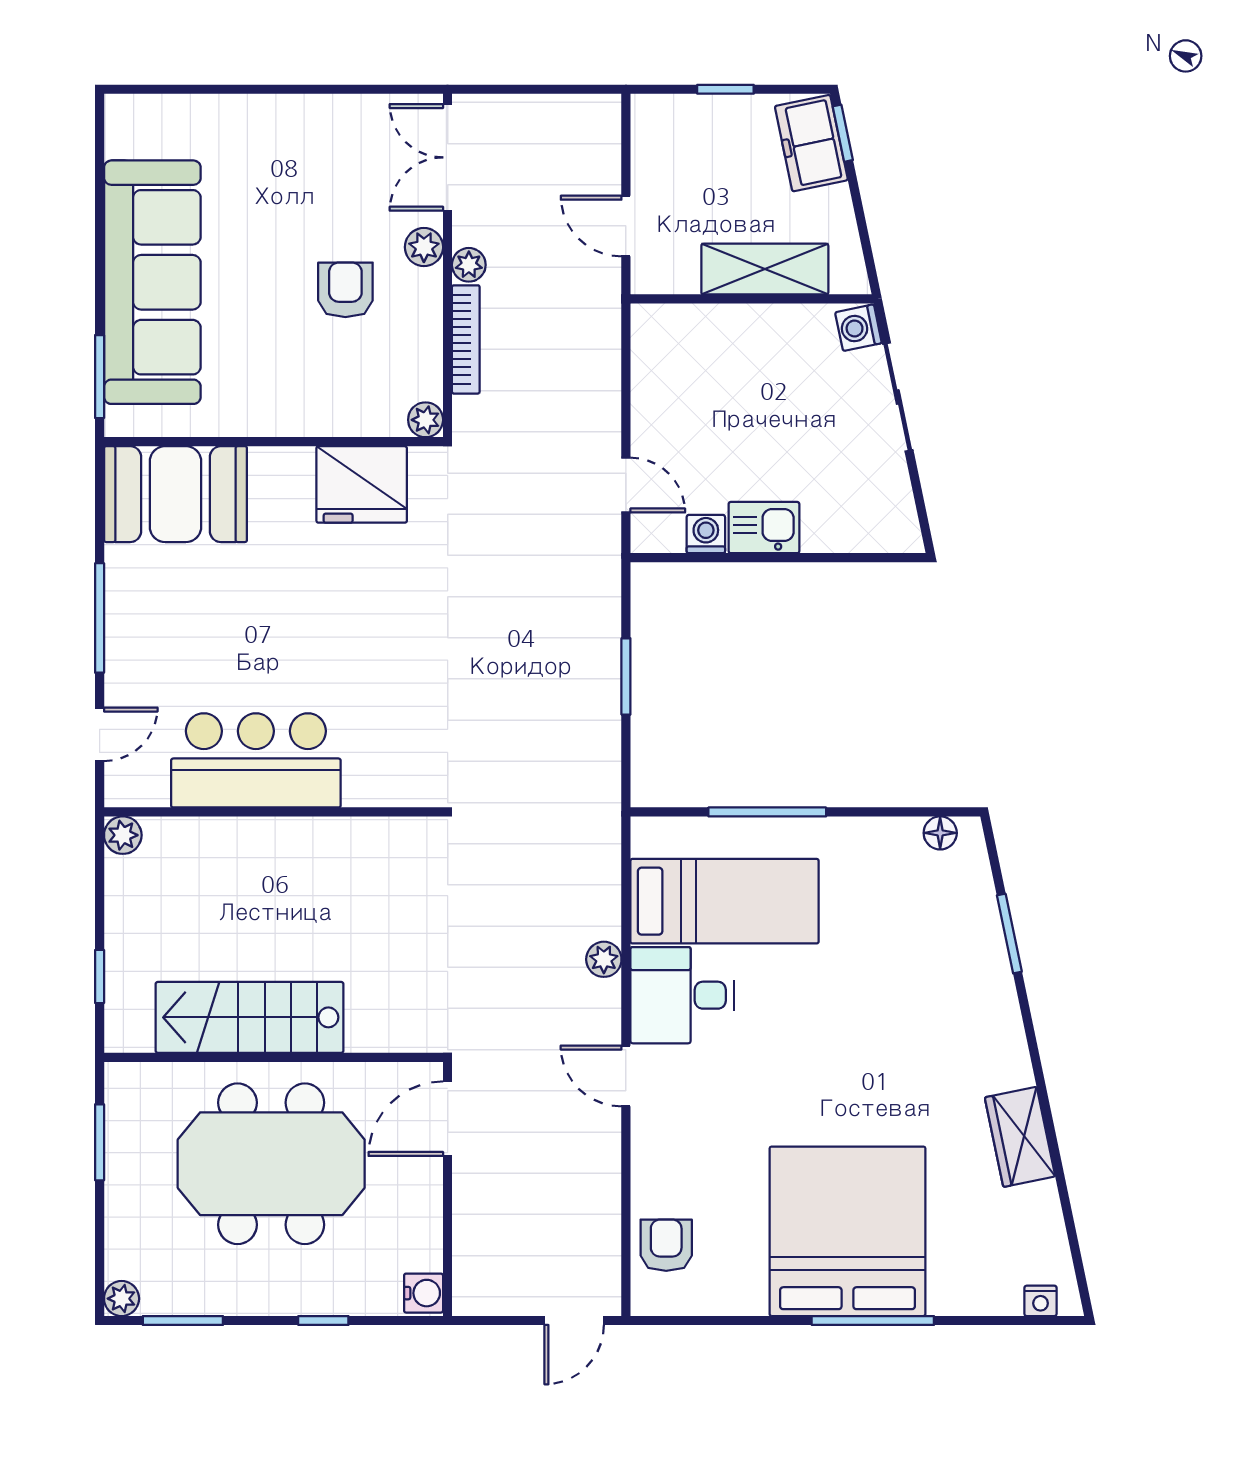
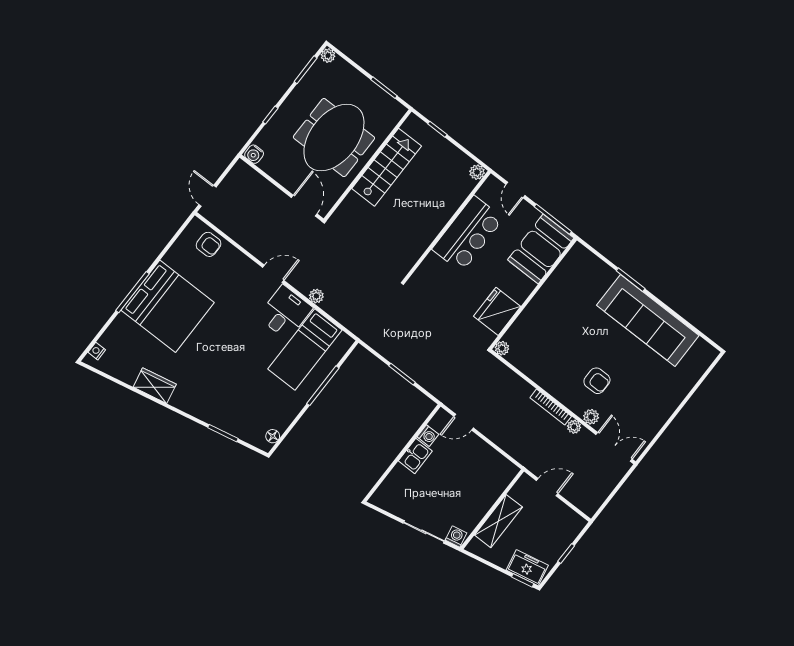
plant: (426, 420) -> (502, 348), moved
wall: (274, 442) -> (533, 294), moved
fridge: (362, 484) -> (497, 311), moved
booth: (175, 494) -> (541, 249), moved

